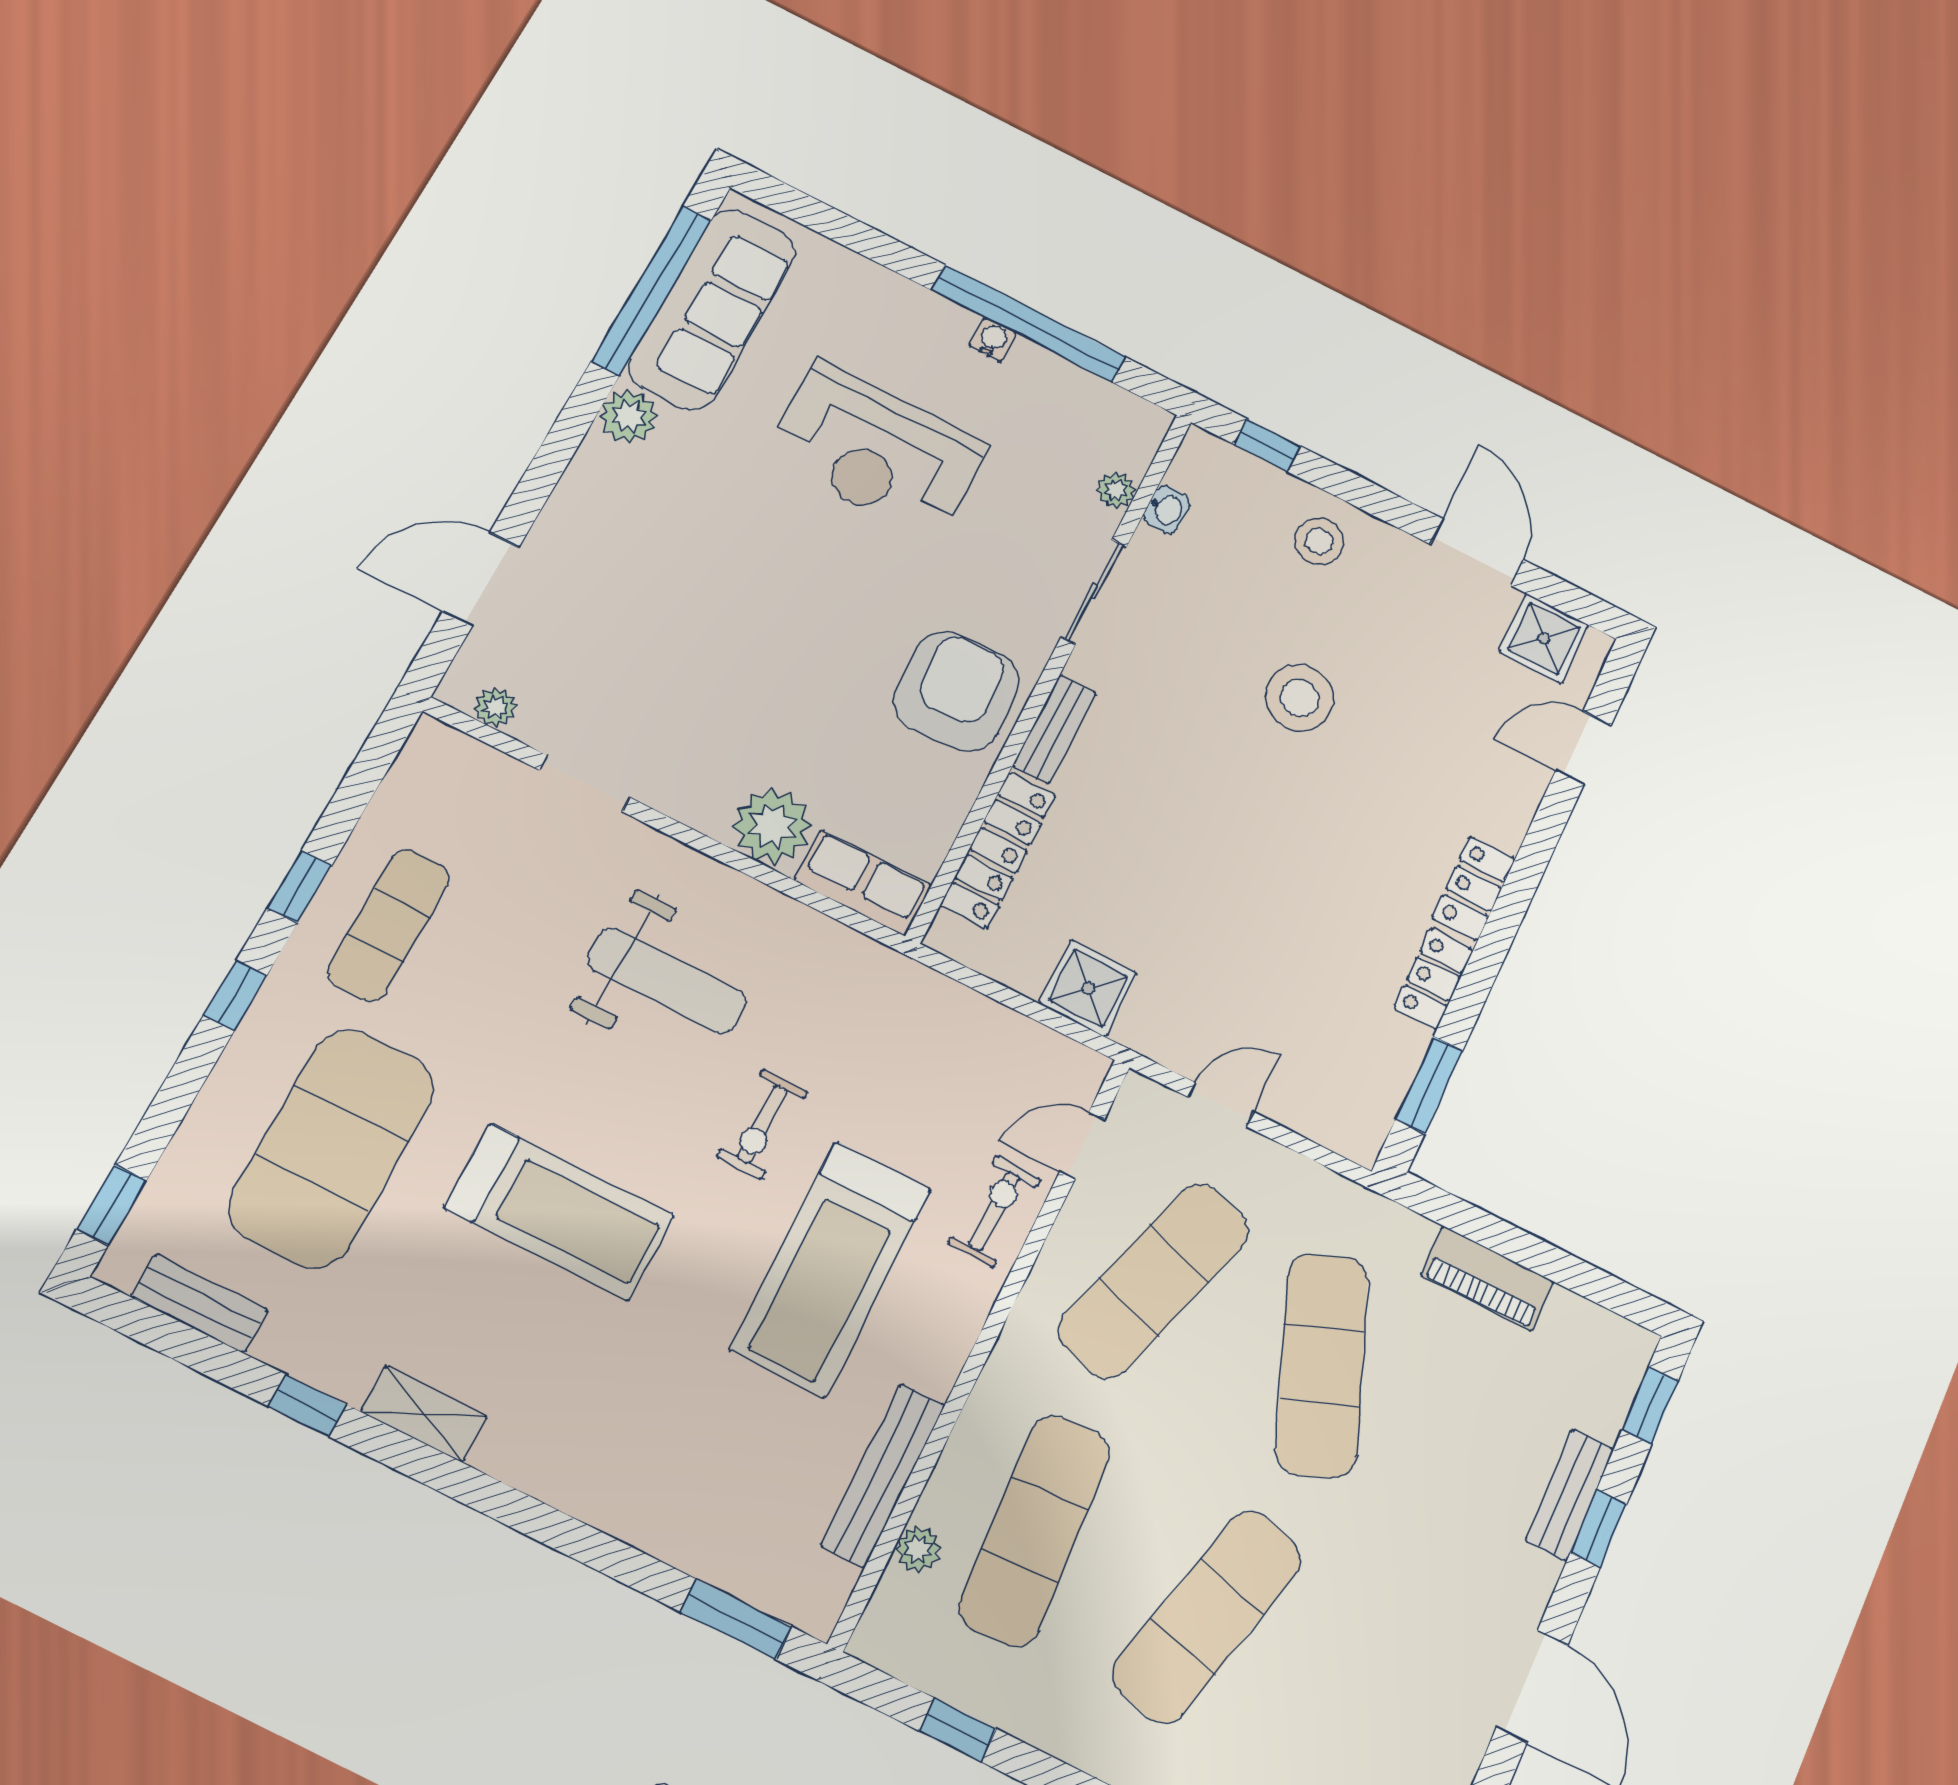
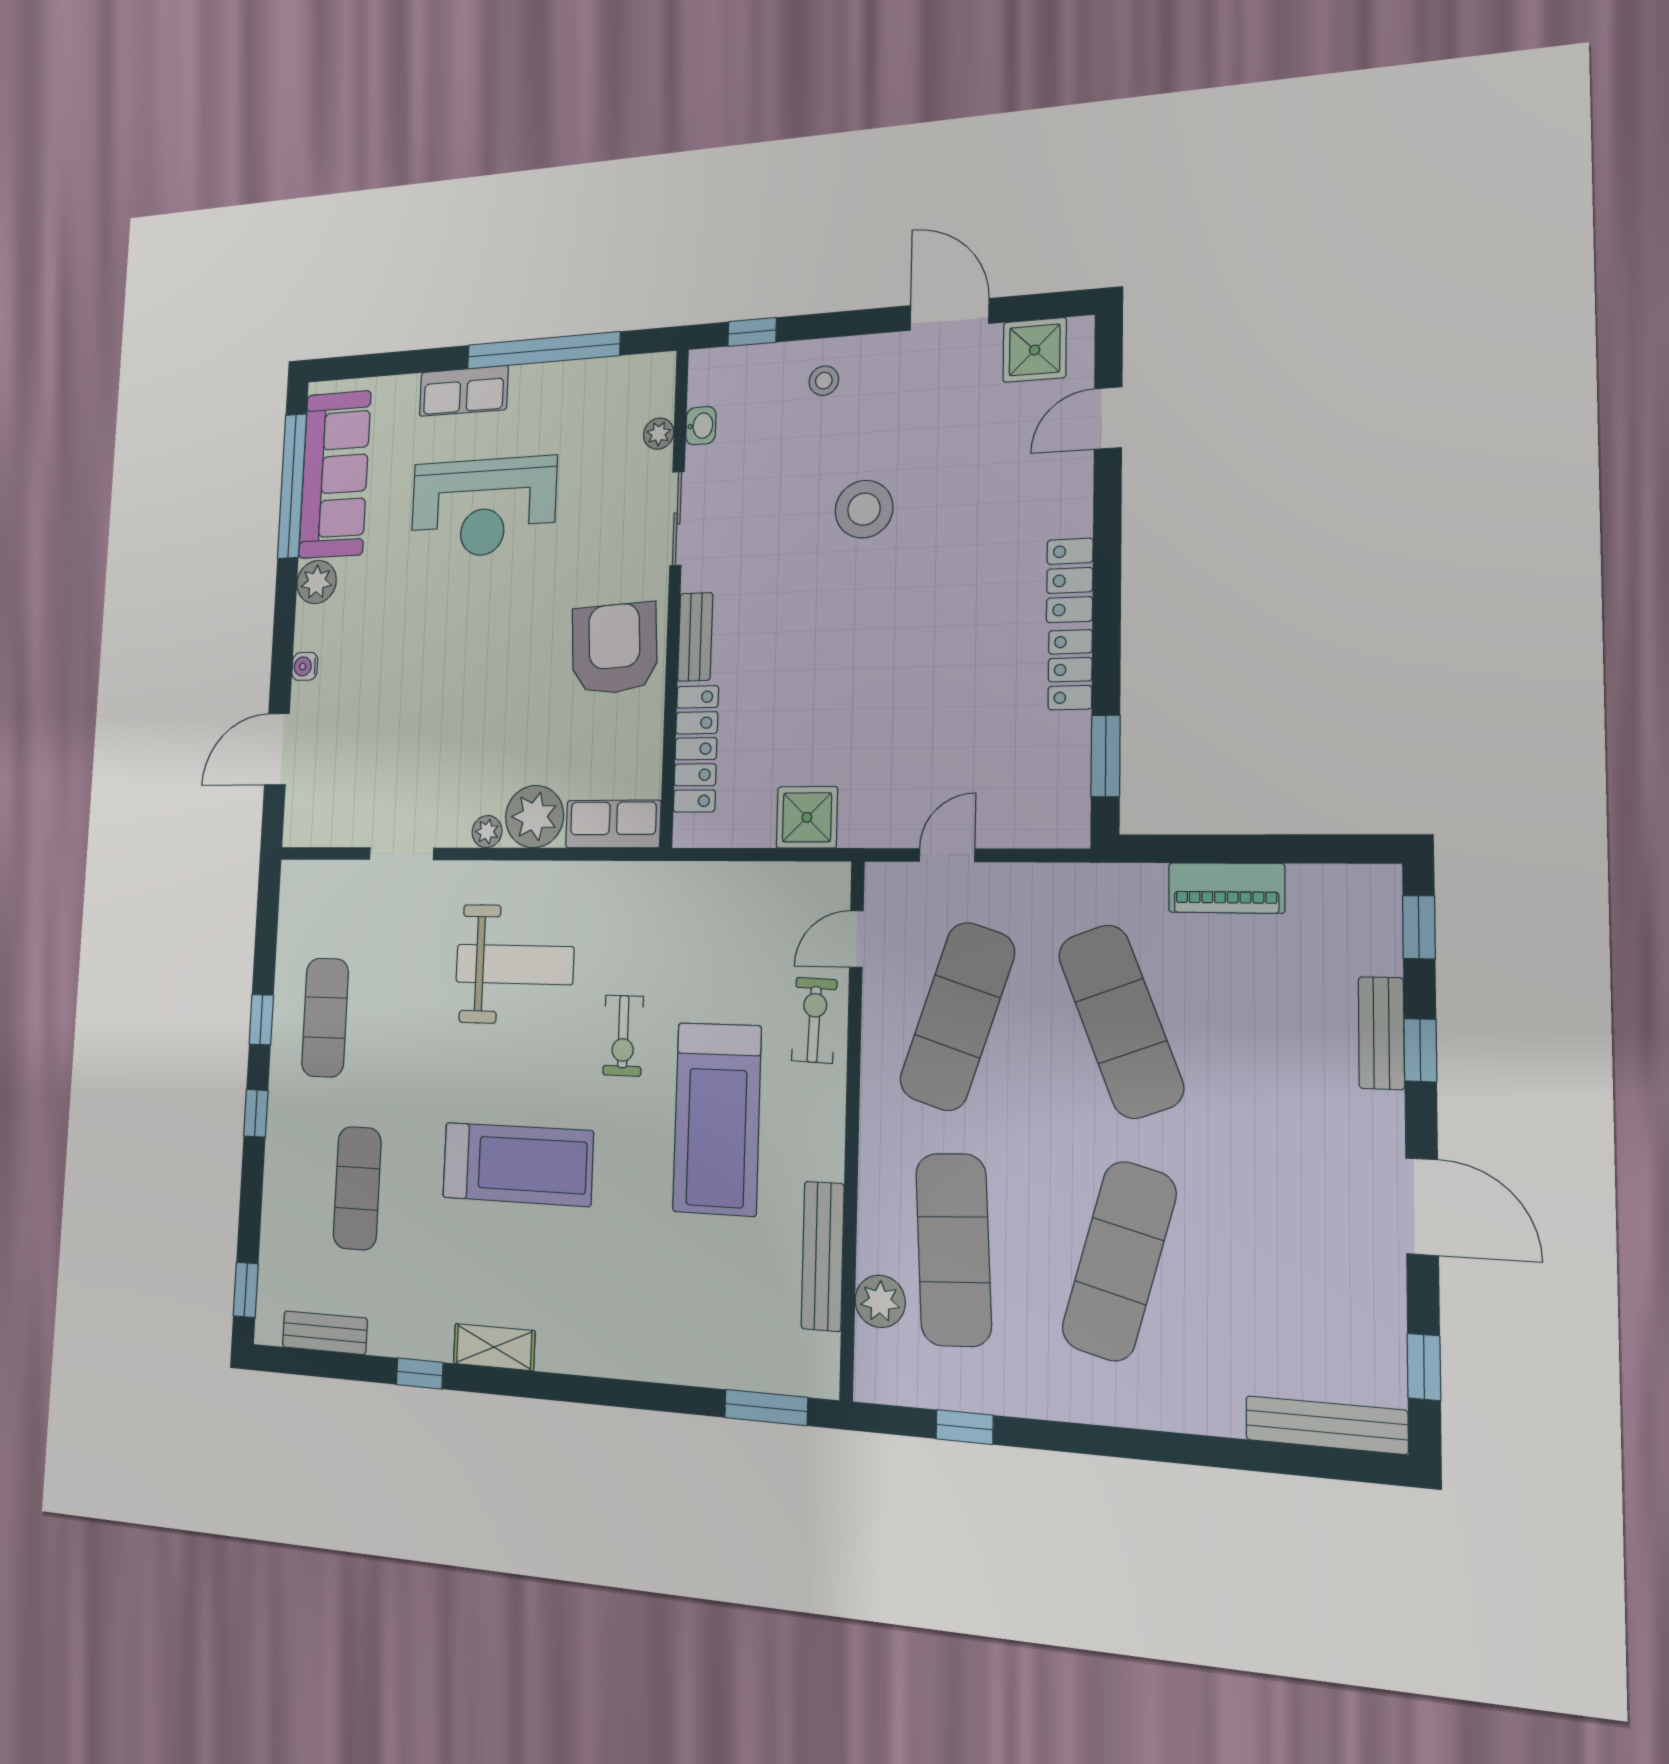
row of seats: (915, 311) -> (464, 391), added
water cooler: (992, 339) -> (305, 666), moved, turned -90
stool: (1319, 541) -> (824, 381), width x0.73, depth x0.73
plant: (495, 707) -> (487, 832), moved
exercise mat: (332, 1148) -> (357, 1188), width x0.50, depth x0.69
plant: (918, 1549) -> (880, 1301), width x1.38, depth x1.38

